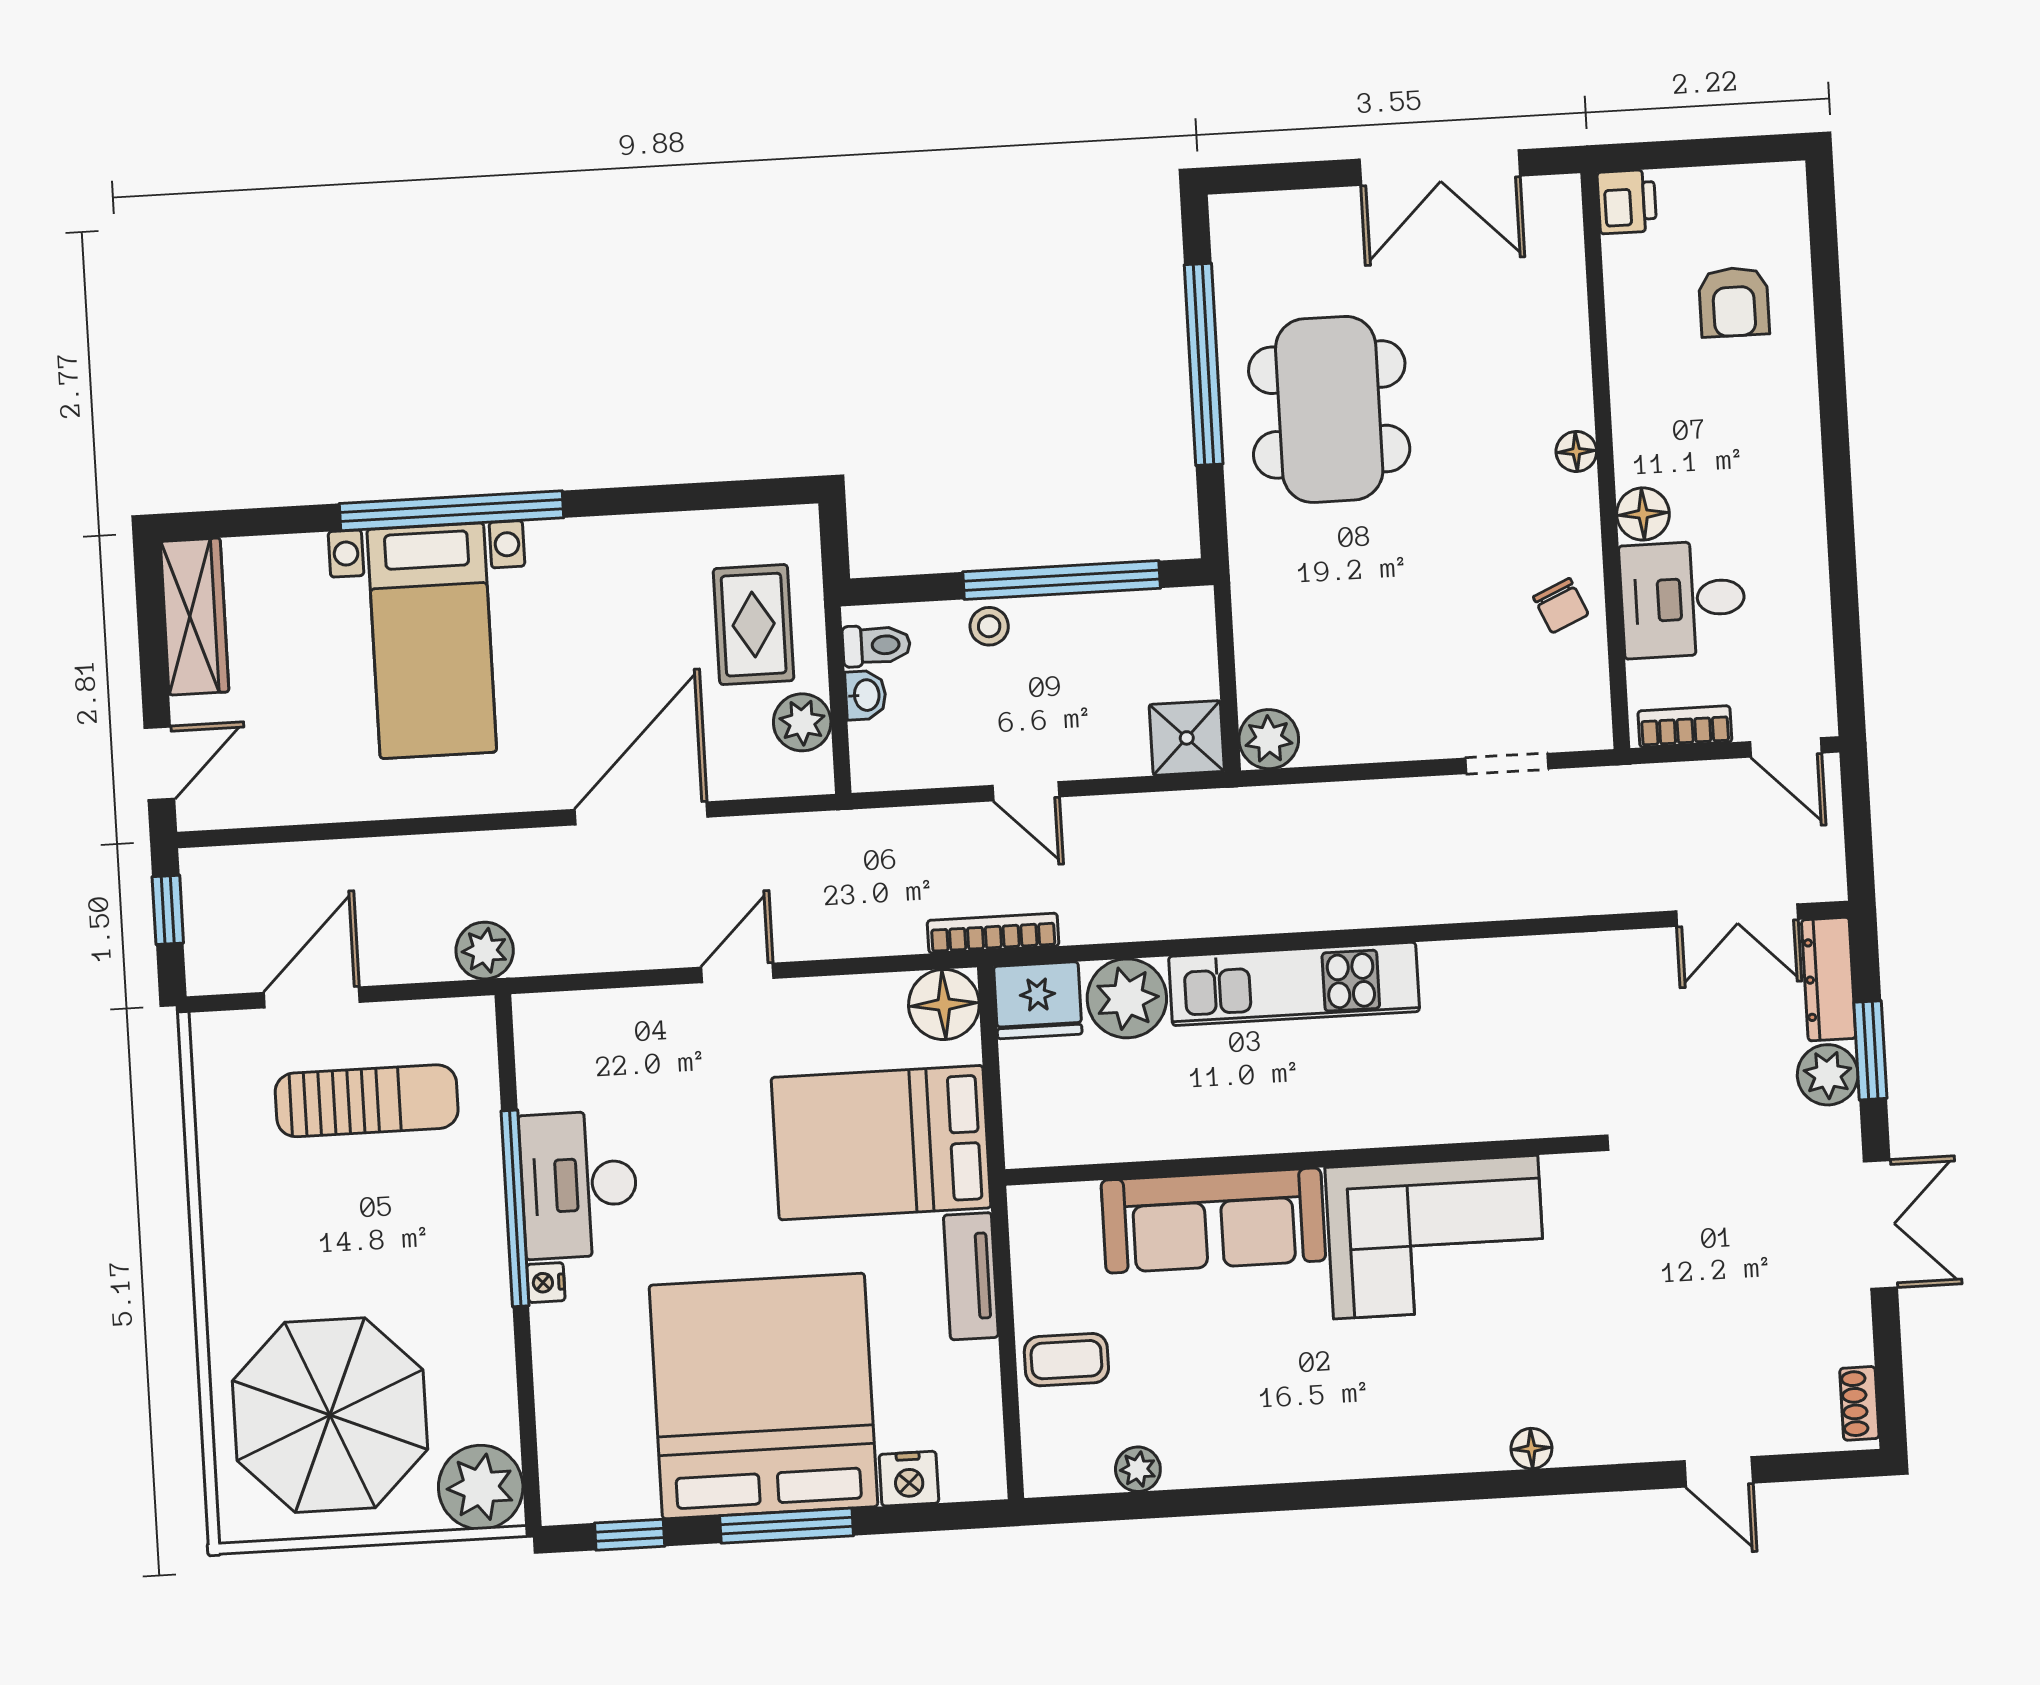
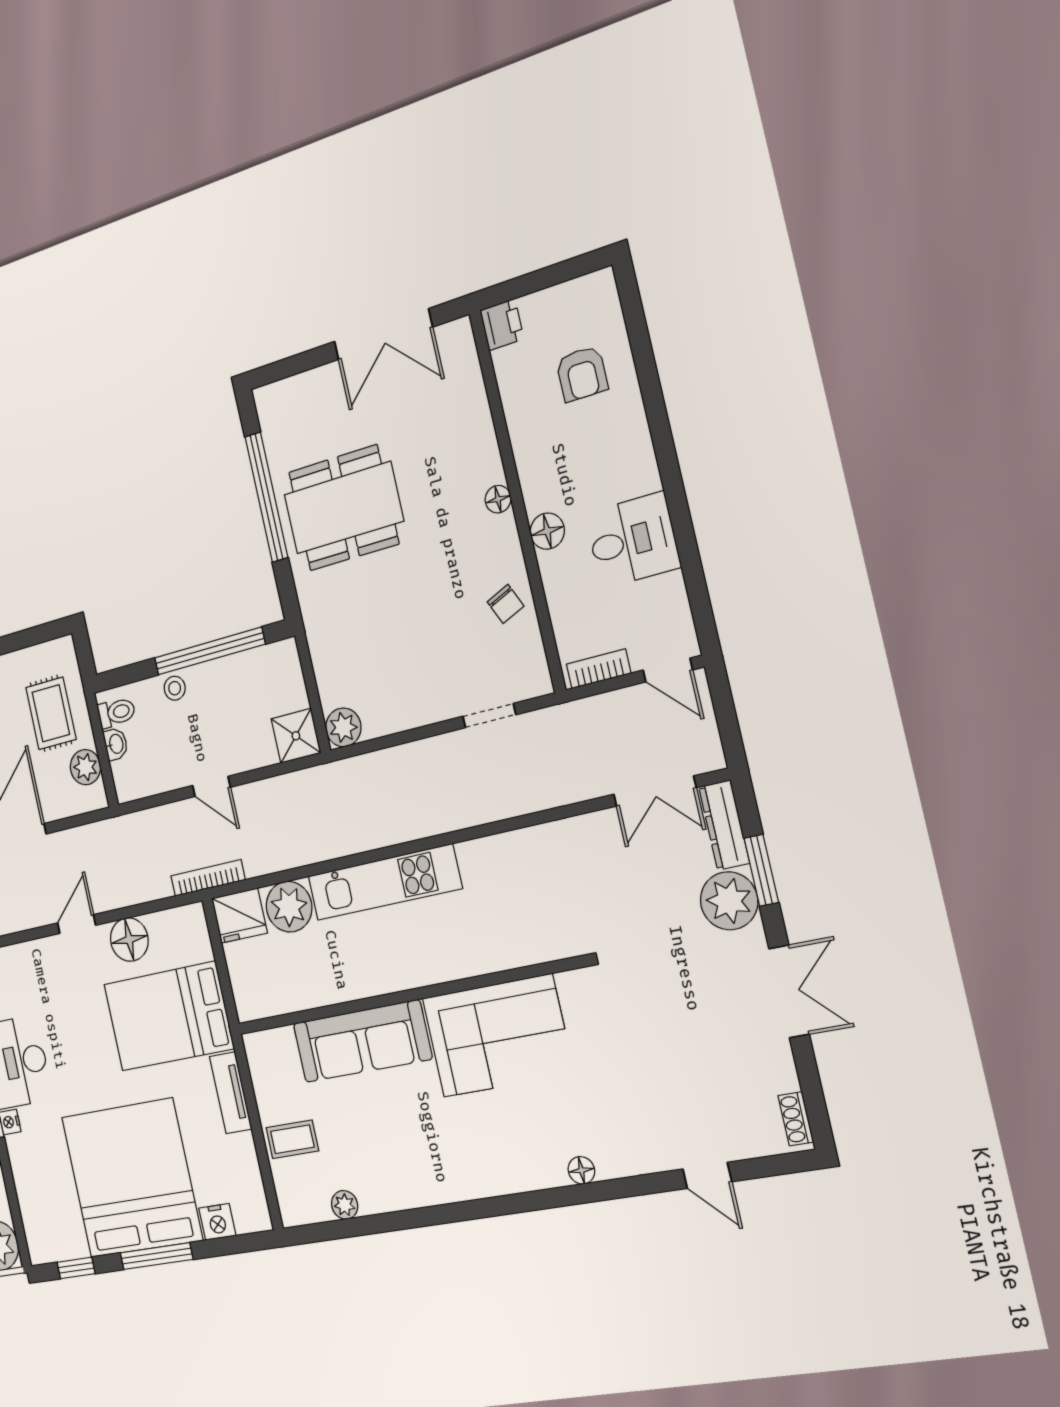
dining table: (1329, 409) -> (344, 508), turned 90
desk: (1683, 599) -> (633, 540), moved, turned 180
floor lamp: (944, 1005) -> (129, 940), moved
plant: (1828, 1075) -> (729, 901), width x1.36, depth x1.36

